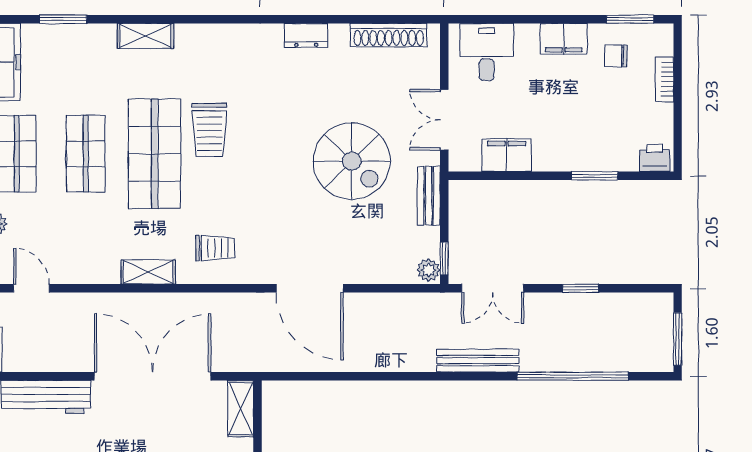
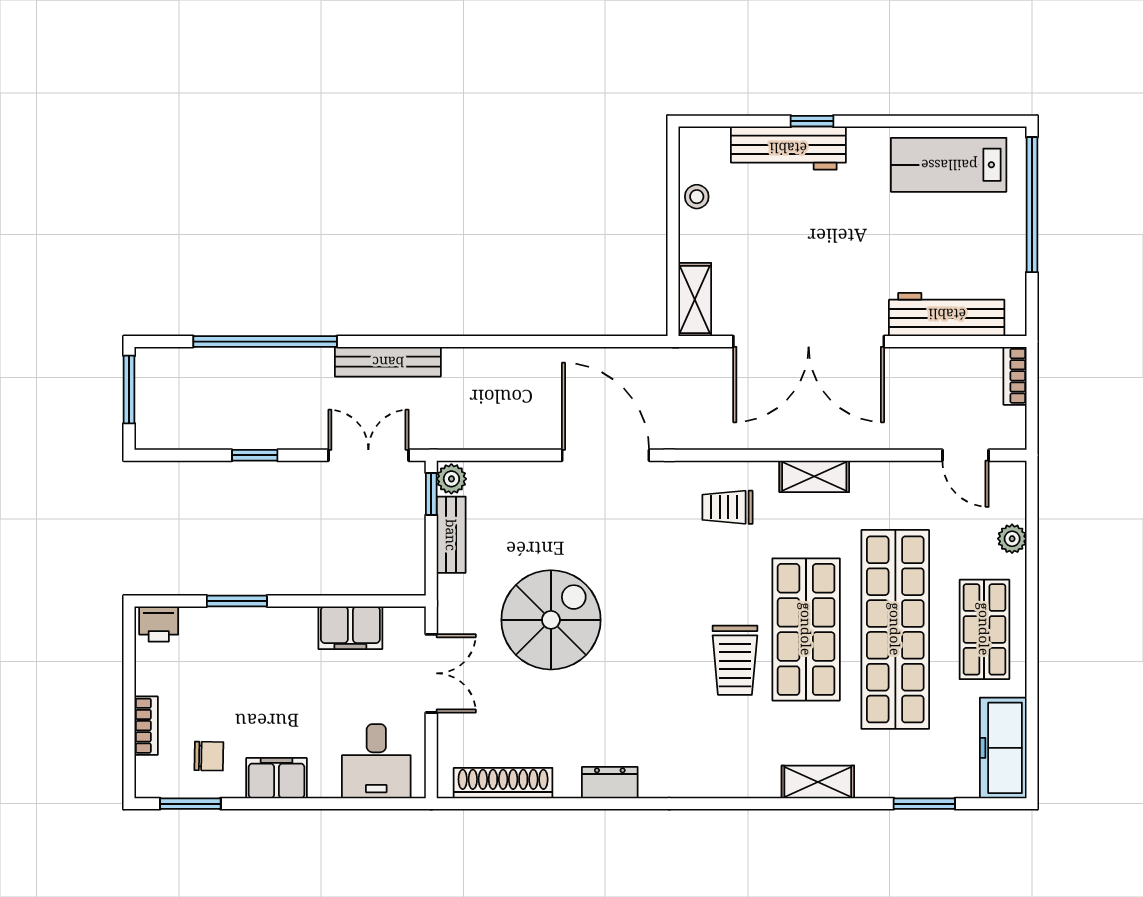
trolley: (210, 130) -> (735, 660), turned 180
shop shelf: (86, 154) -> (895, 629), width x2.00, depth x1.36
spiral stairs: (352, 161) -> (551, 620), turned 90
bench: (429, 196) -> (451, 535), moved

